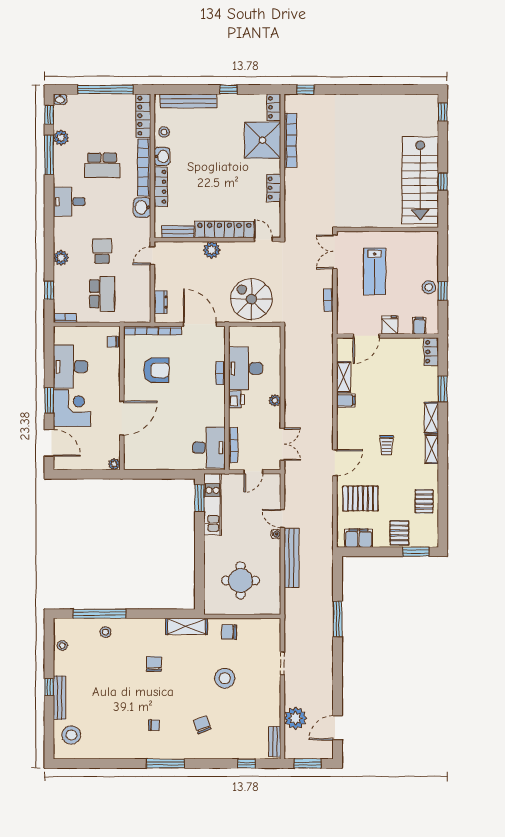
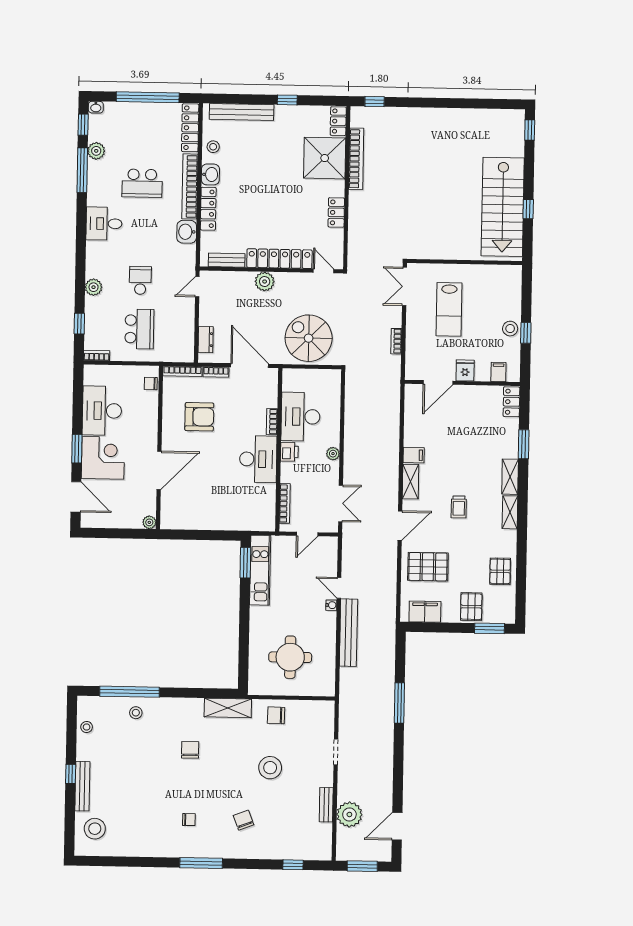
shelving: (344, 377) -> (410, 482), moved
desk: (209, 448) -> (258, 459), moved
bench: (275, 742) -> (326, 805), moved

